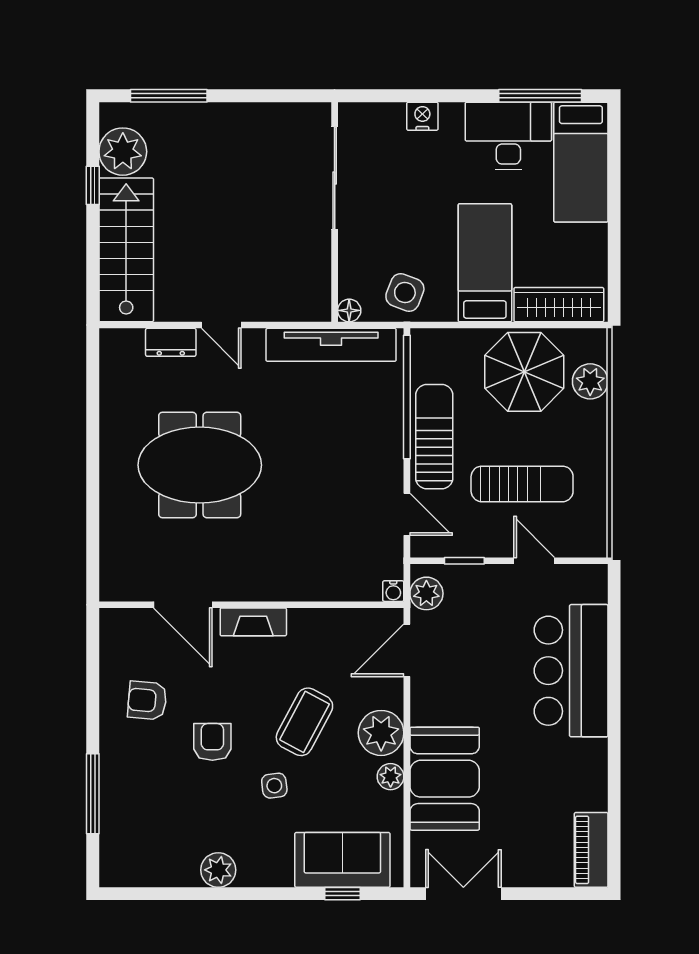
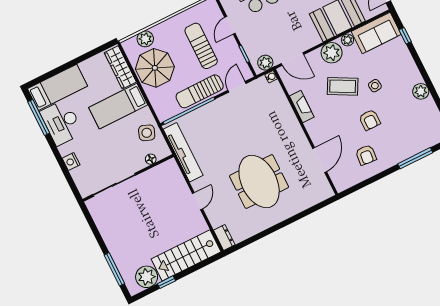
floor lamp: (349, 310) -> (151, 159), moved
dresser: (171, 342) -> (224, 237), moved
fireplace: (253, 622) -> (302, 107), moved
armchair: (212, 742) -> (370, 120), turned -90
sofa: (342, 860) -> (376, 33), moved, turned -90

